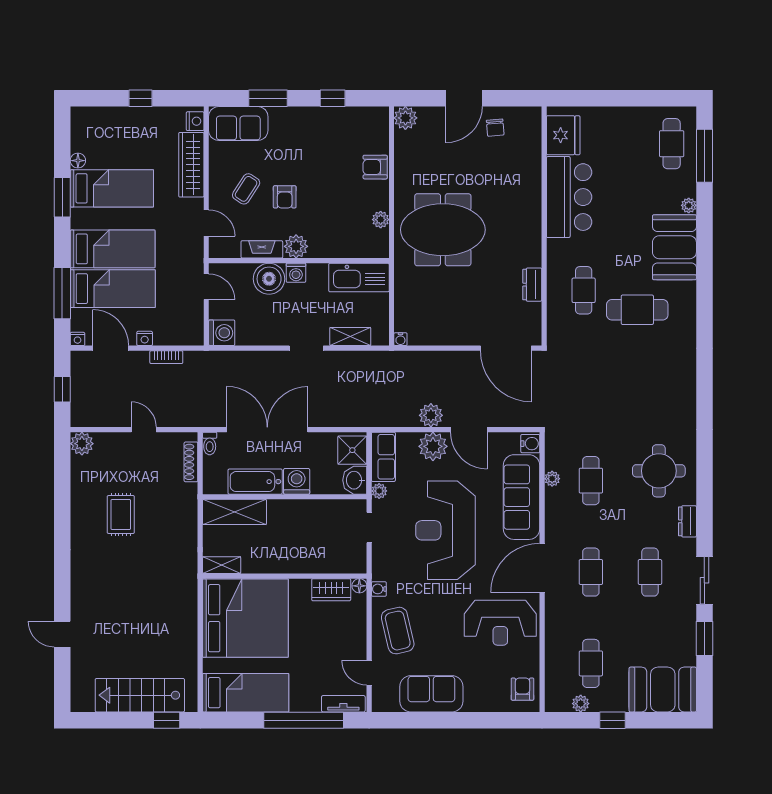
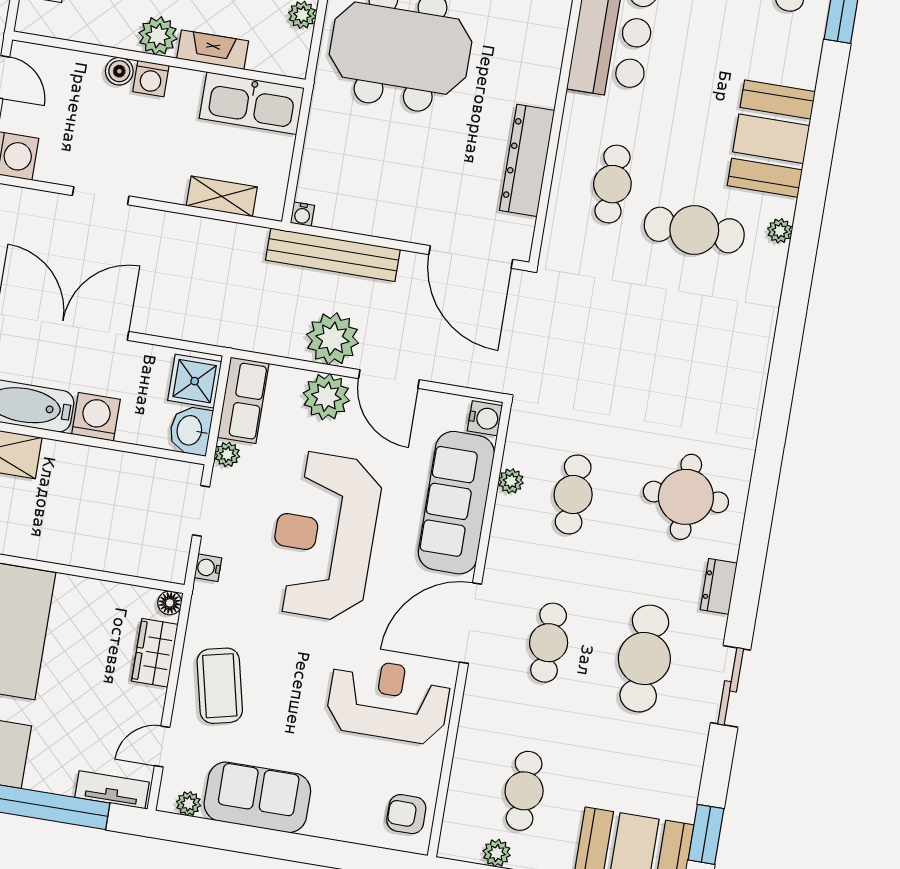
plant: (689, 205) -> (780, 231), moved
fireplace: (262, 249) -> (213, 50), moved
boiler: (269, 279) -> (119, 71), width x0.54, depth x0.54
dresser: (532, 285) -> (527, 160), width x1.96, depth x1.24
doorway: (306, 348) -> (101, 196), moved
bench: (423, 361) -> (333, 255), added
plant: (431, 415) -> (332, 339), width x1.36, depth x1.36
cafe table: (650, 572) -> (644, 659), width x1.37, depth x1.35
water cooler: (379, 589) -> (208, 568), moved
wardrobe: (331, 590) -> (155, 653), moved, turned 90
reception desk: (500, 623) -> (388, 701), turned 180
window: (704, 639) -> (706, 834), moved
door: (369, 673) -> (162, 746), hinge flipped
armchair: (522, 689) -> (406, 814), turned -90
plant: (391, 704) -> (189, 804), added

